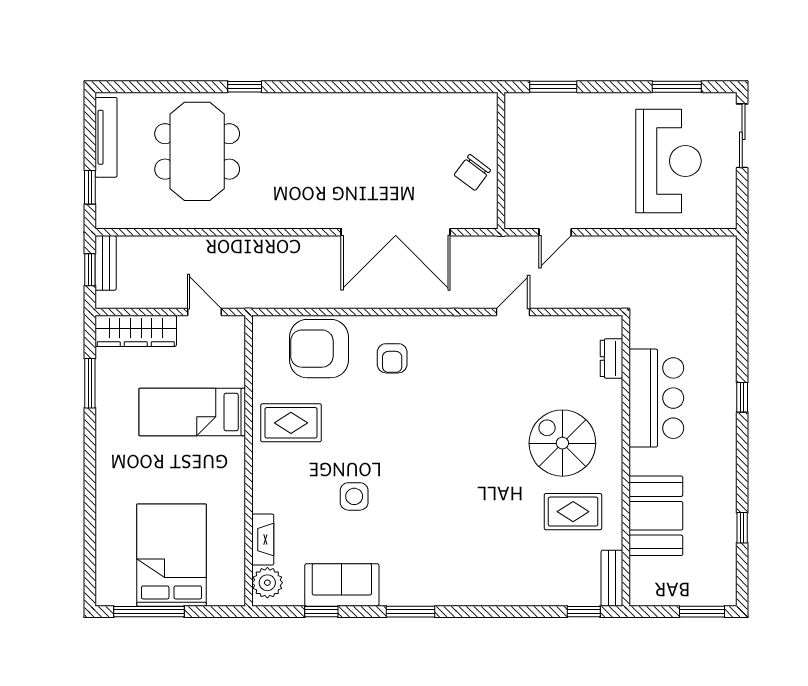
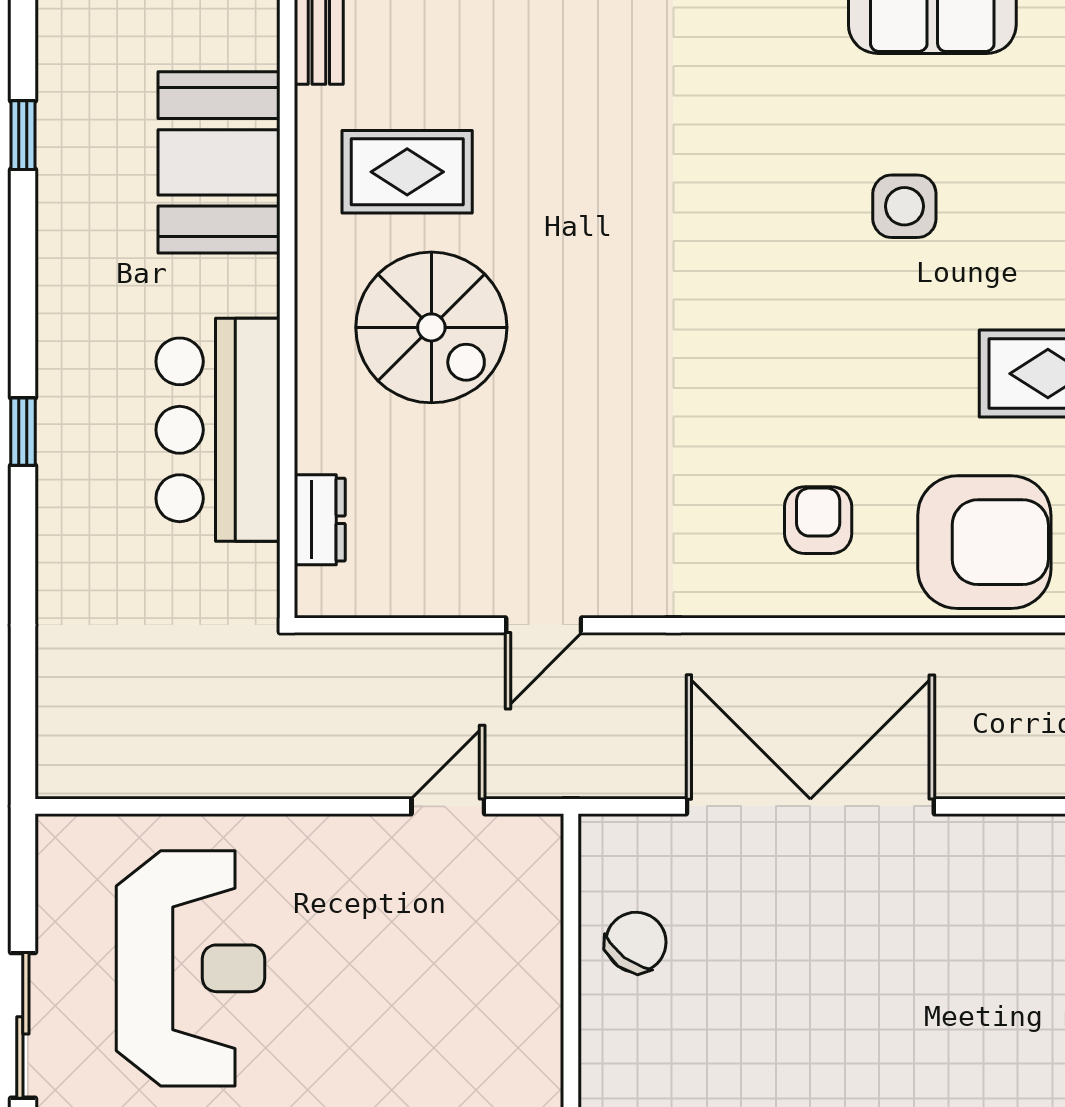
reception desk: (668, 161) -> (190, 968), turned 180

